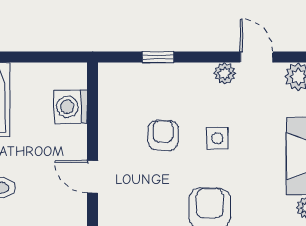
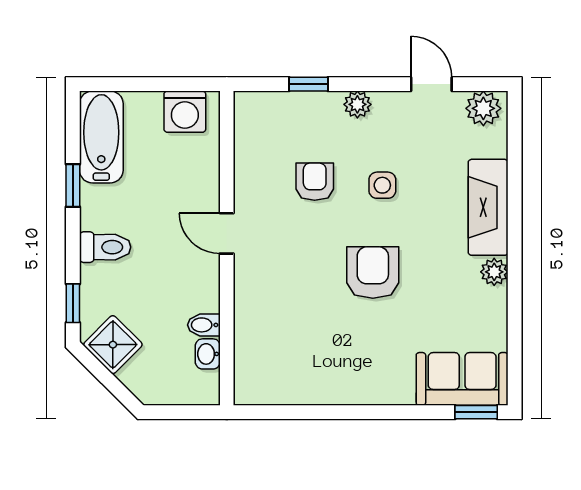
plant: (225, 73) -> (357, 104), moved
washing machine: (71, 107) -> (185, 112), moved, turned -90

